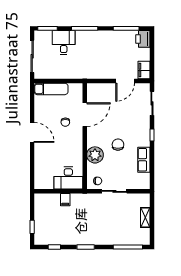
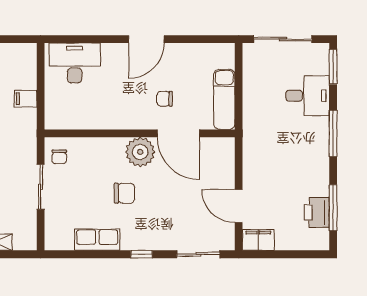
printer: (143, 39) -> (317, 212), moved, turned -90
exam couch: (51, 89) -> (224, 99), moved
plant: (95, 155) -> (140, 152), moved
desk: (68, 178) -> (75, 63), moved, turned 90

